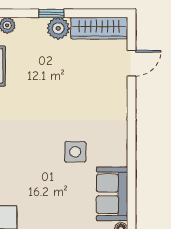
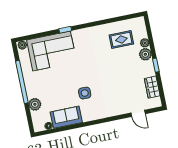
plant: (58, 28) -> (145, 54), moved
wardrobe: (99, 28) -> (152, 87), width x0.67

